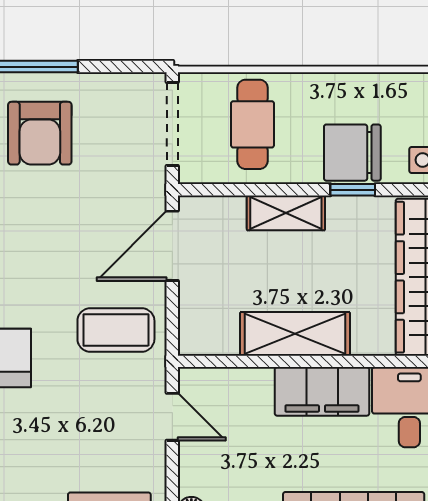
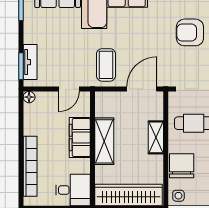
window: (353, 190) -> (166, 166), removed
door: (172, 246) -> (142, 89), hinge flipped
filing cabinet: (322, 391) -> (80, 137), moved

